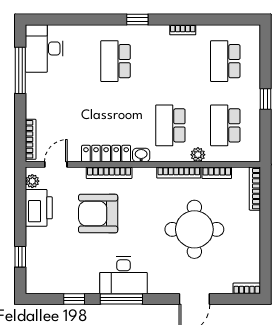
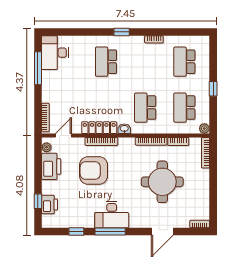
plant: (198, 155) -> (204, 128), moved
printer: (36, 261) -> (49, 204), added

